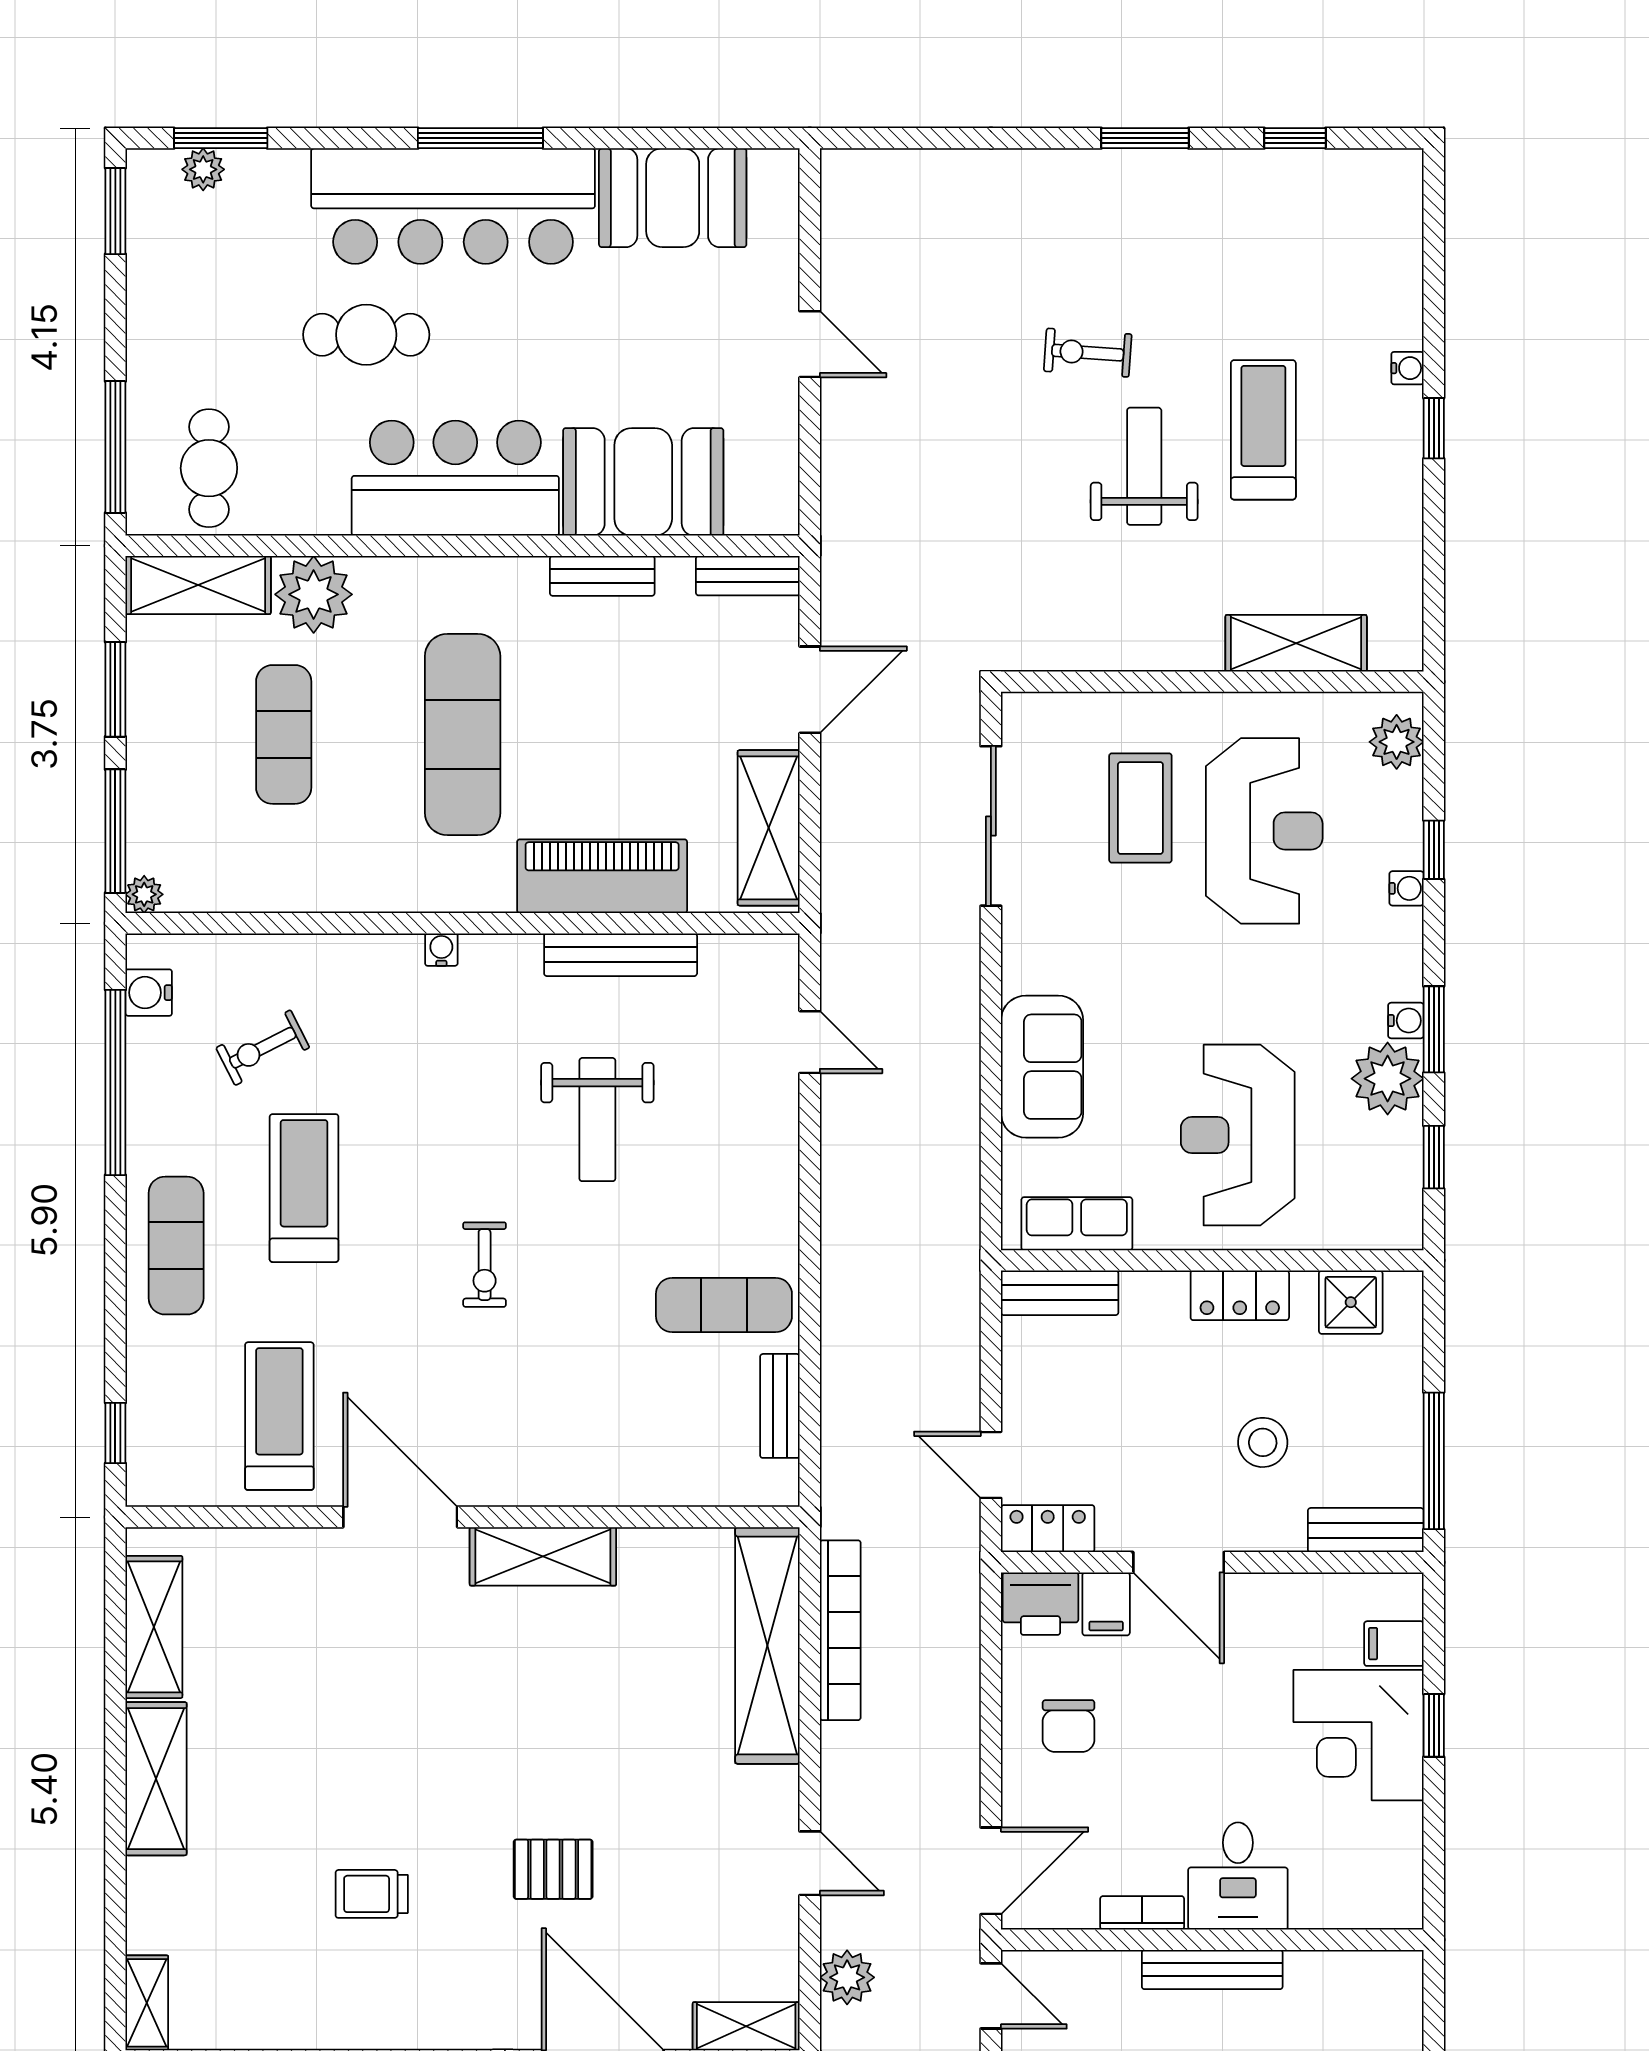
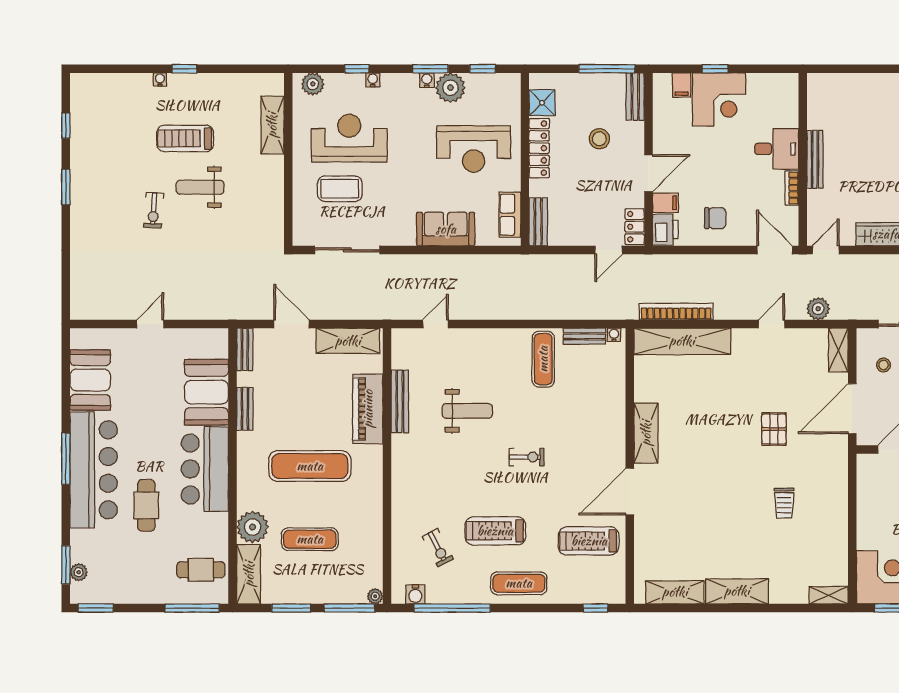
water cooler: (441, 950) -> (614, 335), moved, turned 90
locker: (1240, 1295) -> (539, 148), width x1.53

